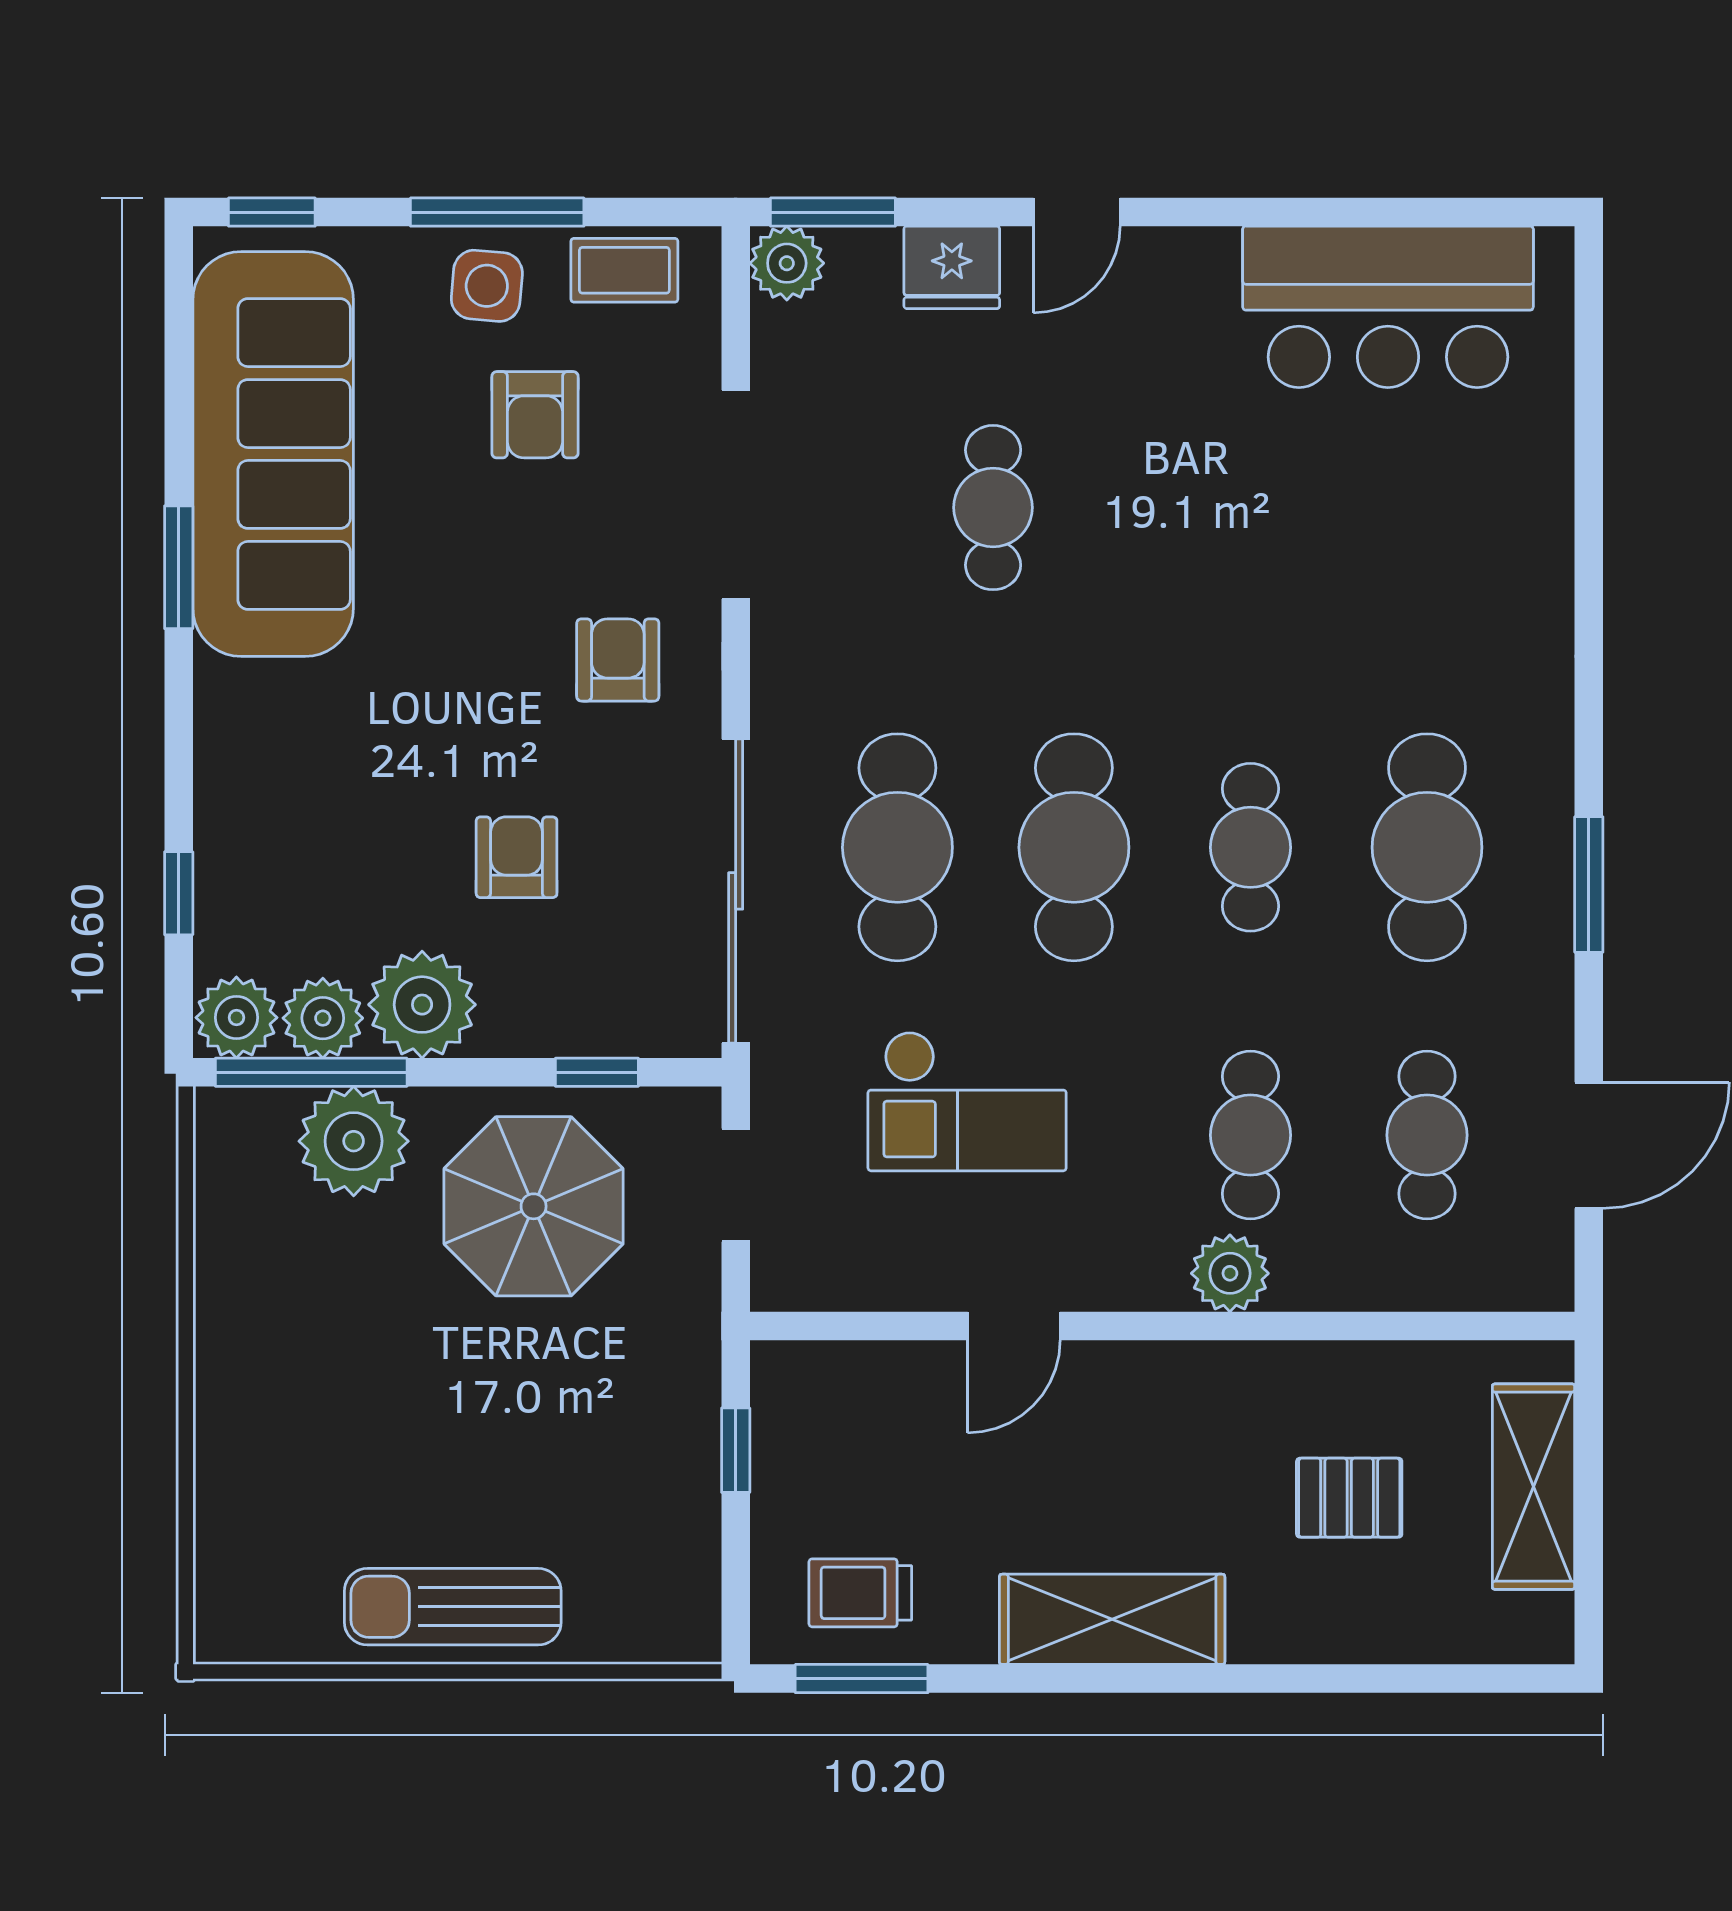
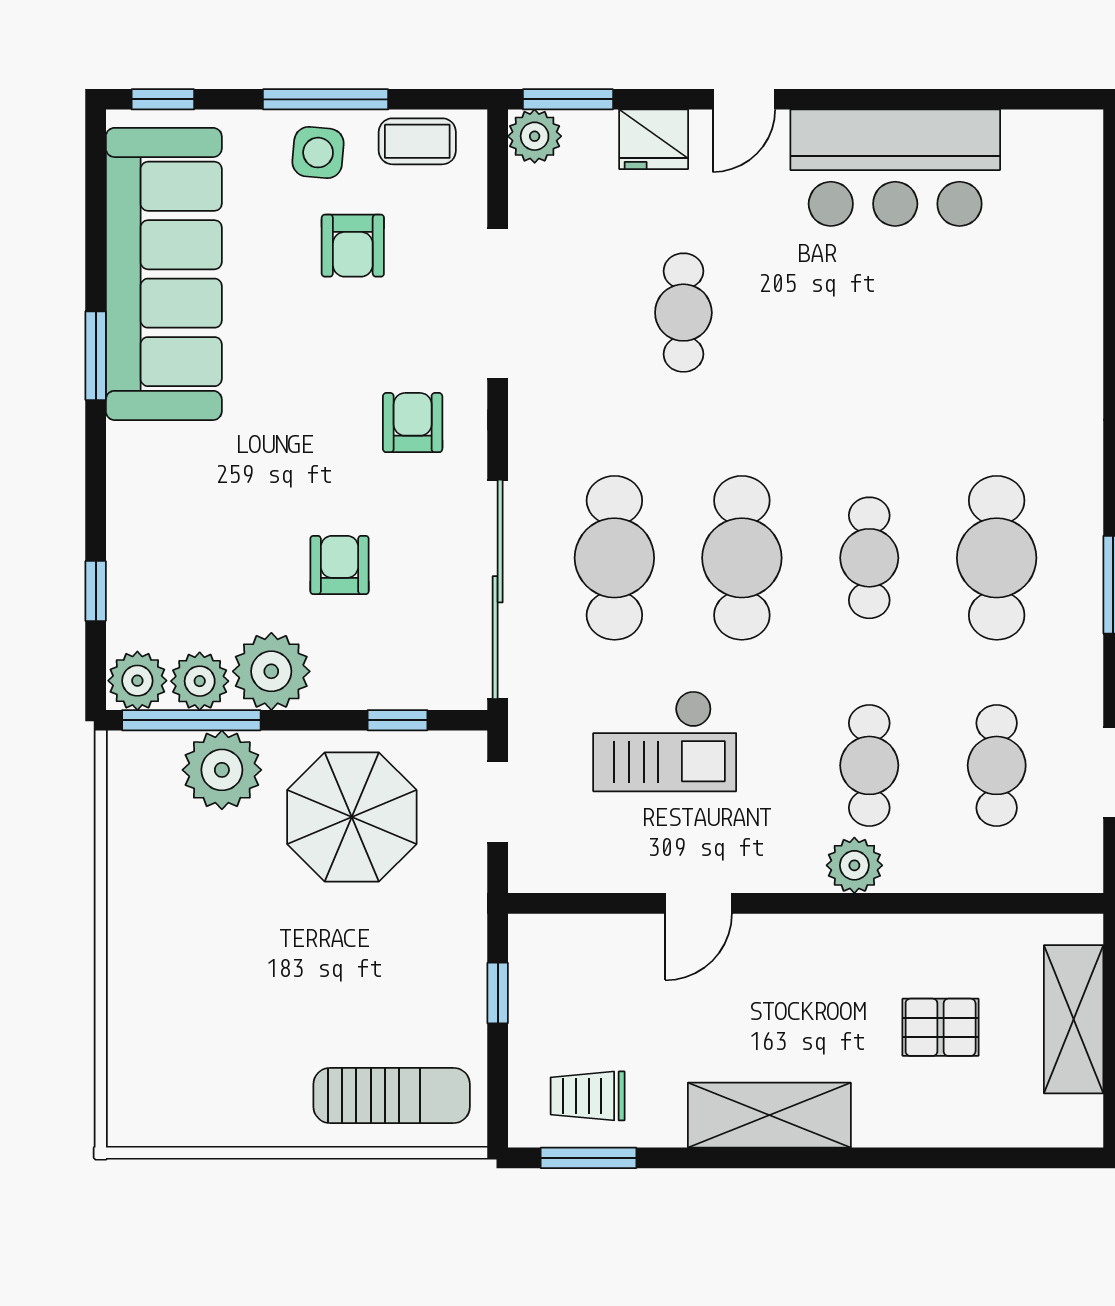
bar counter: (1388, 307) -> (895, 168), moved
sun lounger: (453, 1607) -> (392, 1095), moved, turned 180

